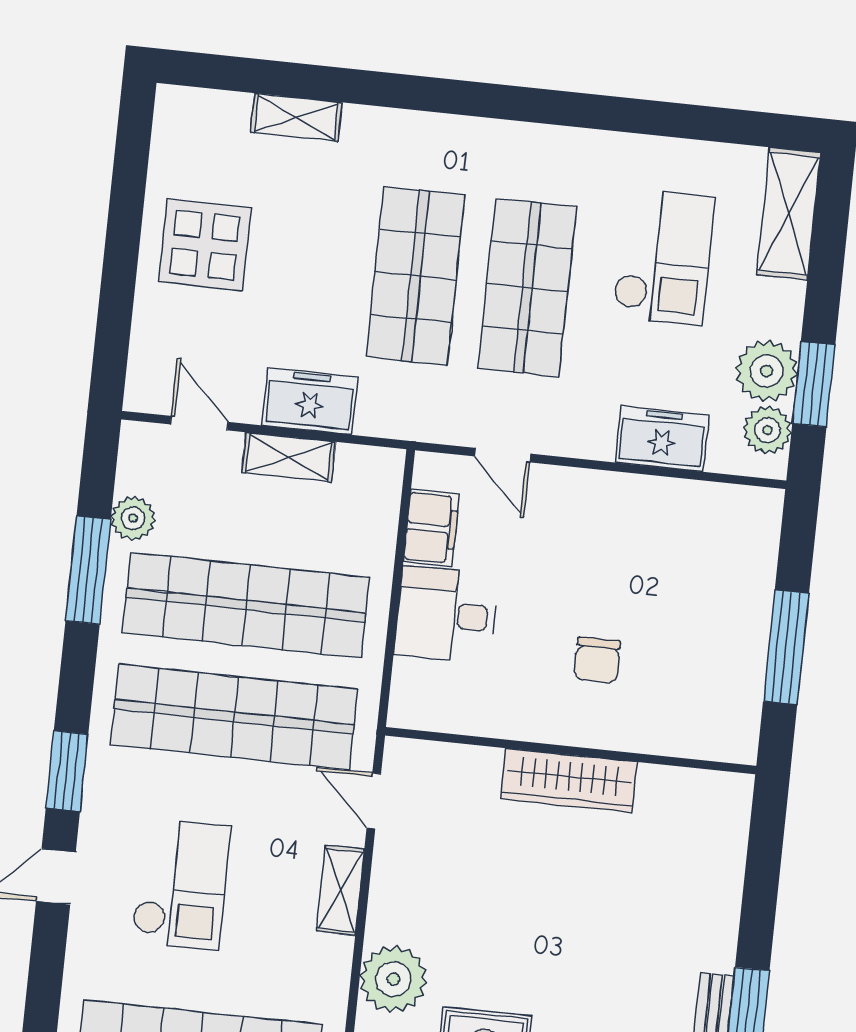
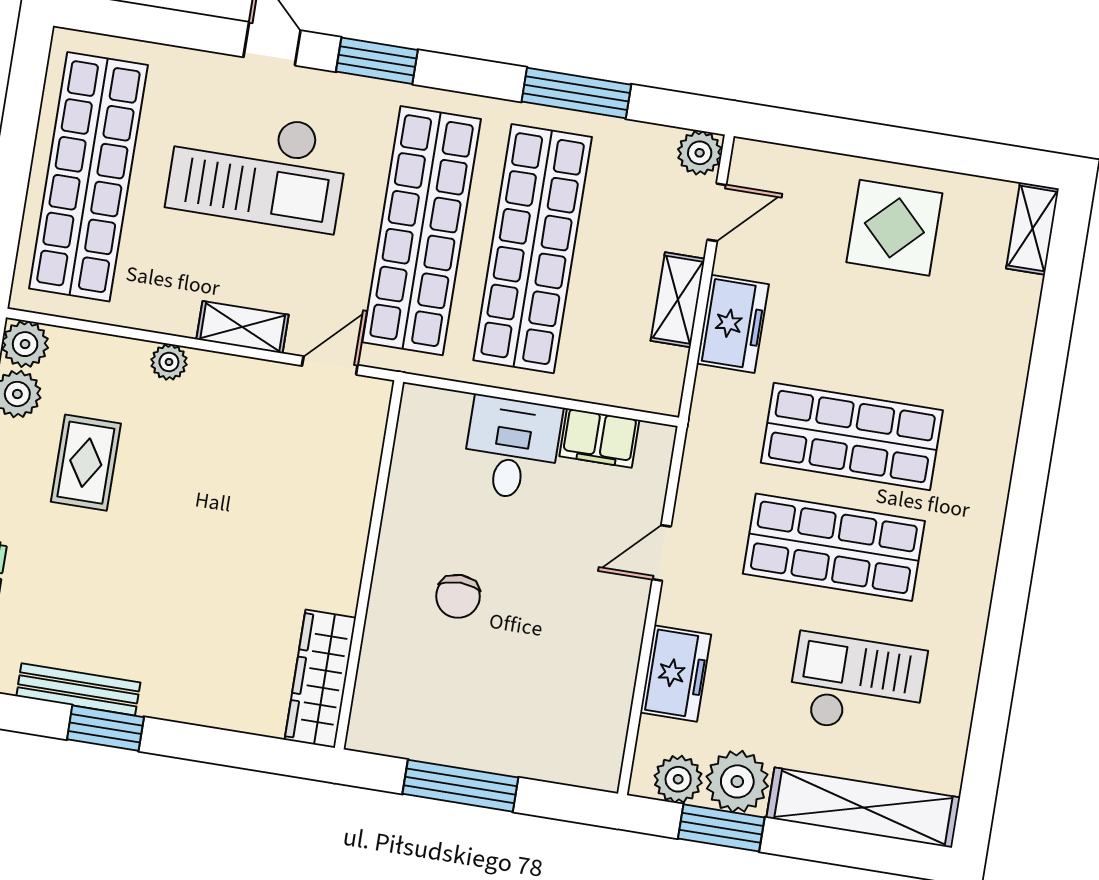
shelving: (296, 117) -> (1033, 229), moved
shelving: (789, 214) -> (863, 808), width x1.47
checkout: (664, 257) -> (857, 685), turned 180
door: (503, 455) -> (662, 553), moved
plant: (133, 518) -> (700, 153), moved
chair: (597, 660) -> (458, 596), turned -90
wardrobe: (569, 780) -> (320, 679), moved
checkout: (181, 884) -> (258, 168), width x1.36, depth x1.21
plant: (393, 979) -> (169, 362), width x0.53, depth x0.53

